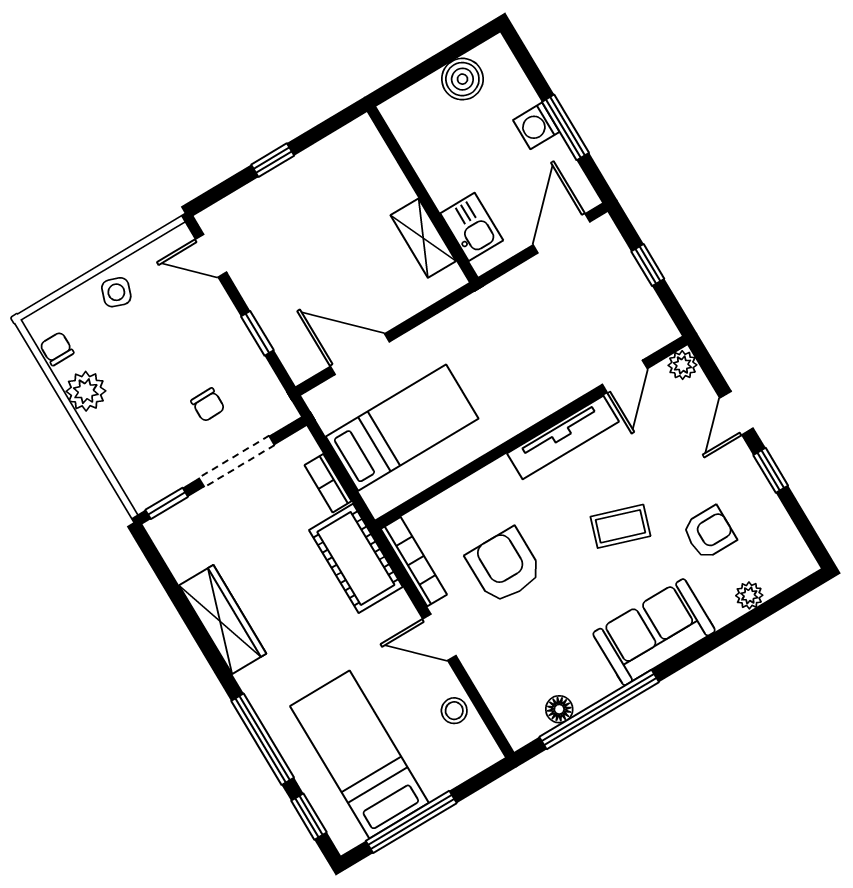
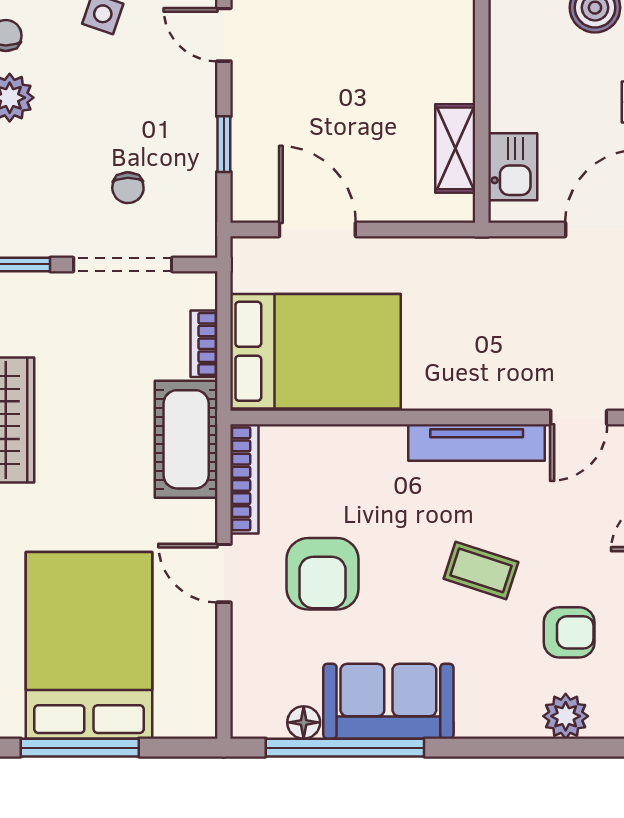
bed: (402, 428) -> (316, 351), width x1.50
armchair: (504, 566) -> (323, 574), moved, turned 180
plant: (749, 595) -> (566, 716), width x1.38, depth x1.38
sofa: (654, 632) -> (388, 701), moved
stool: (454, 711) -> (194, 659), removed
bed: (359, 755) -> (89, 645), width x1.50

